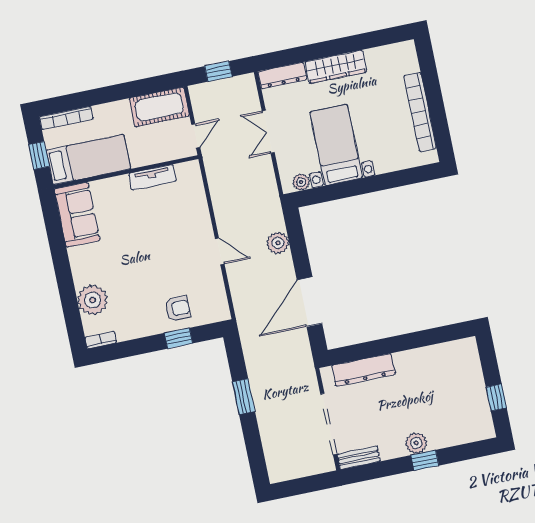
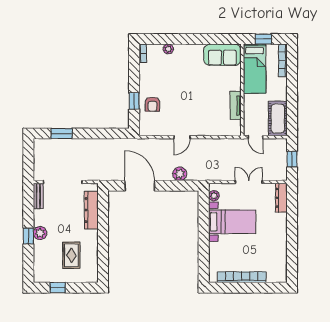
wardrobe: (336, 67) -> (280, 232), removed
plant: (92, 300) -> (168, 49), width x0.53, depth x0.53
rug: (441, 386) -> (71, 255), added
window: (244, 397) -> (62, 133), moved

